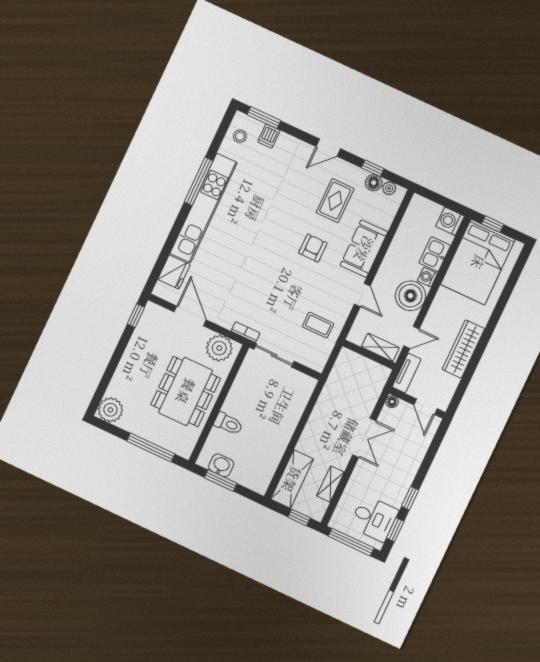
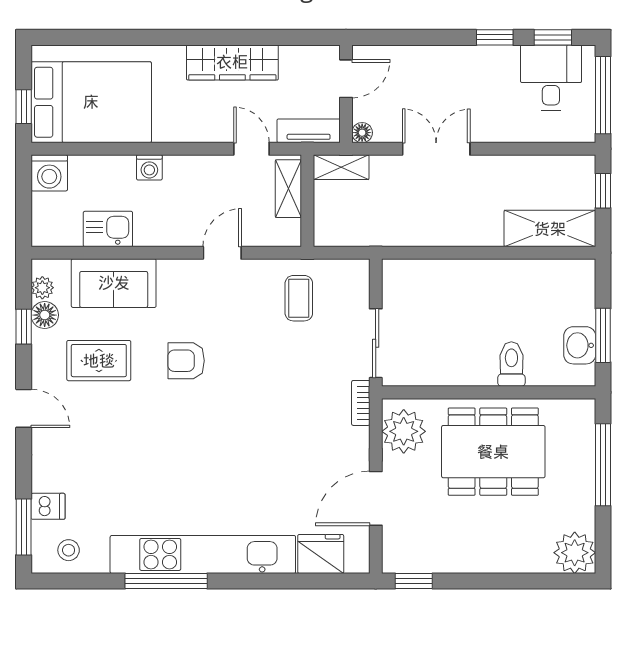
sofa: (364, 249) -> (114, 283), moved
kitchen sink: (435, 254) -> (108, 229), moved, turned 180
boiler: (410, 296) -> (189, 180), removed
shelving: (330, 484) -> (341, 167), moved

